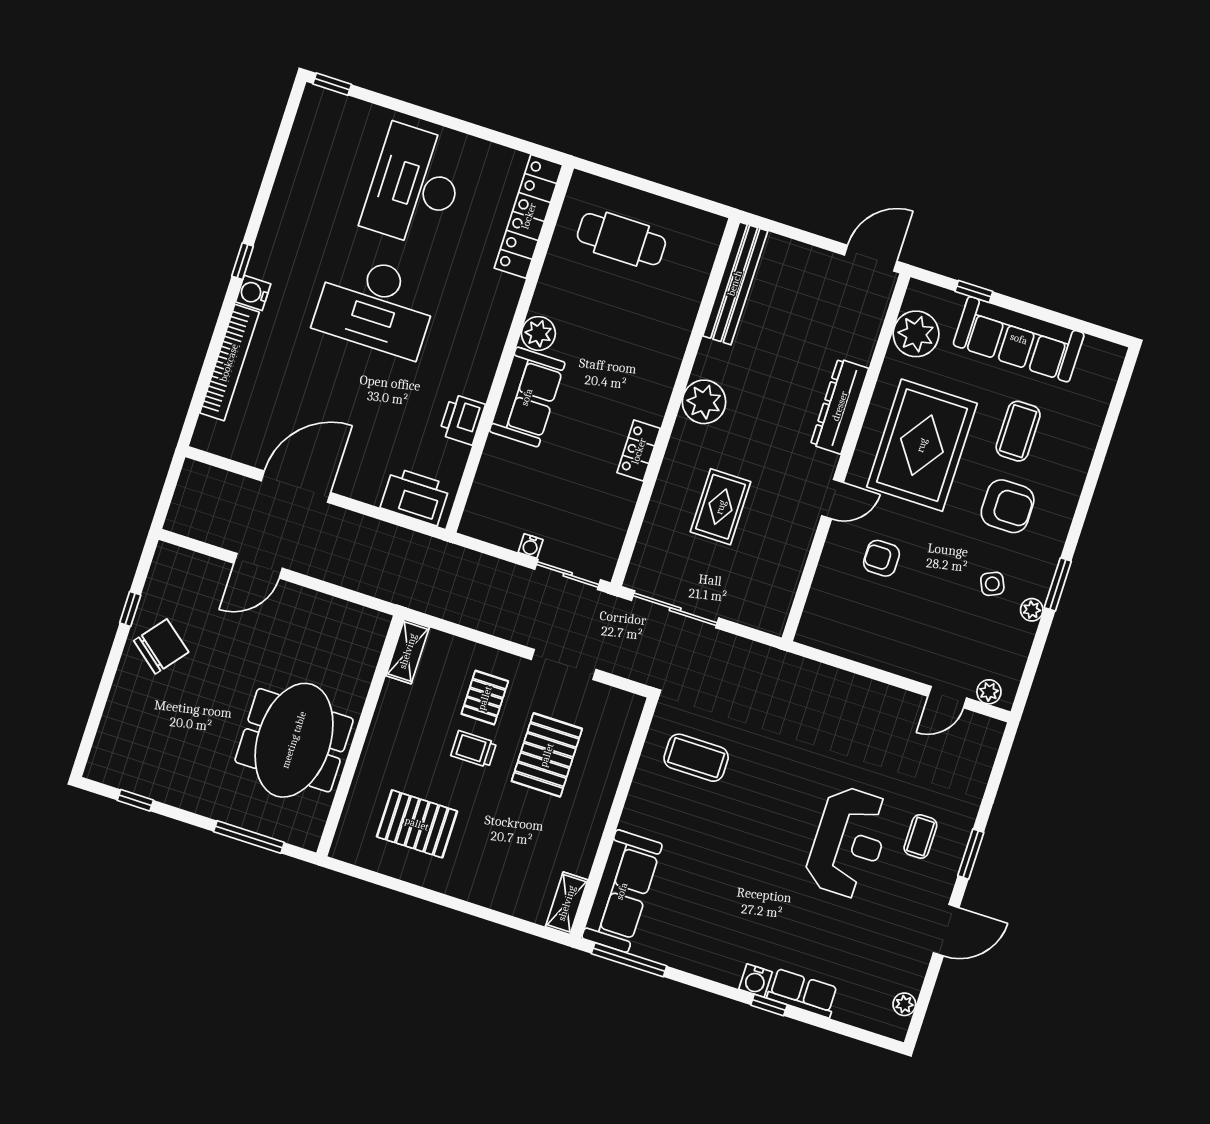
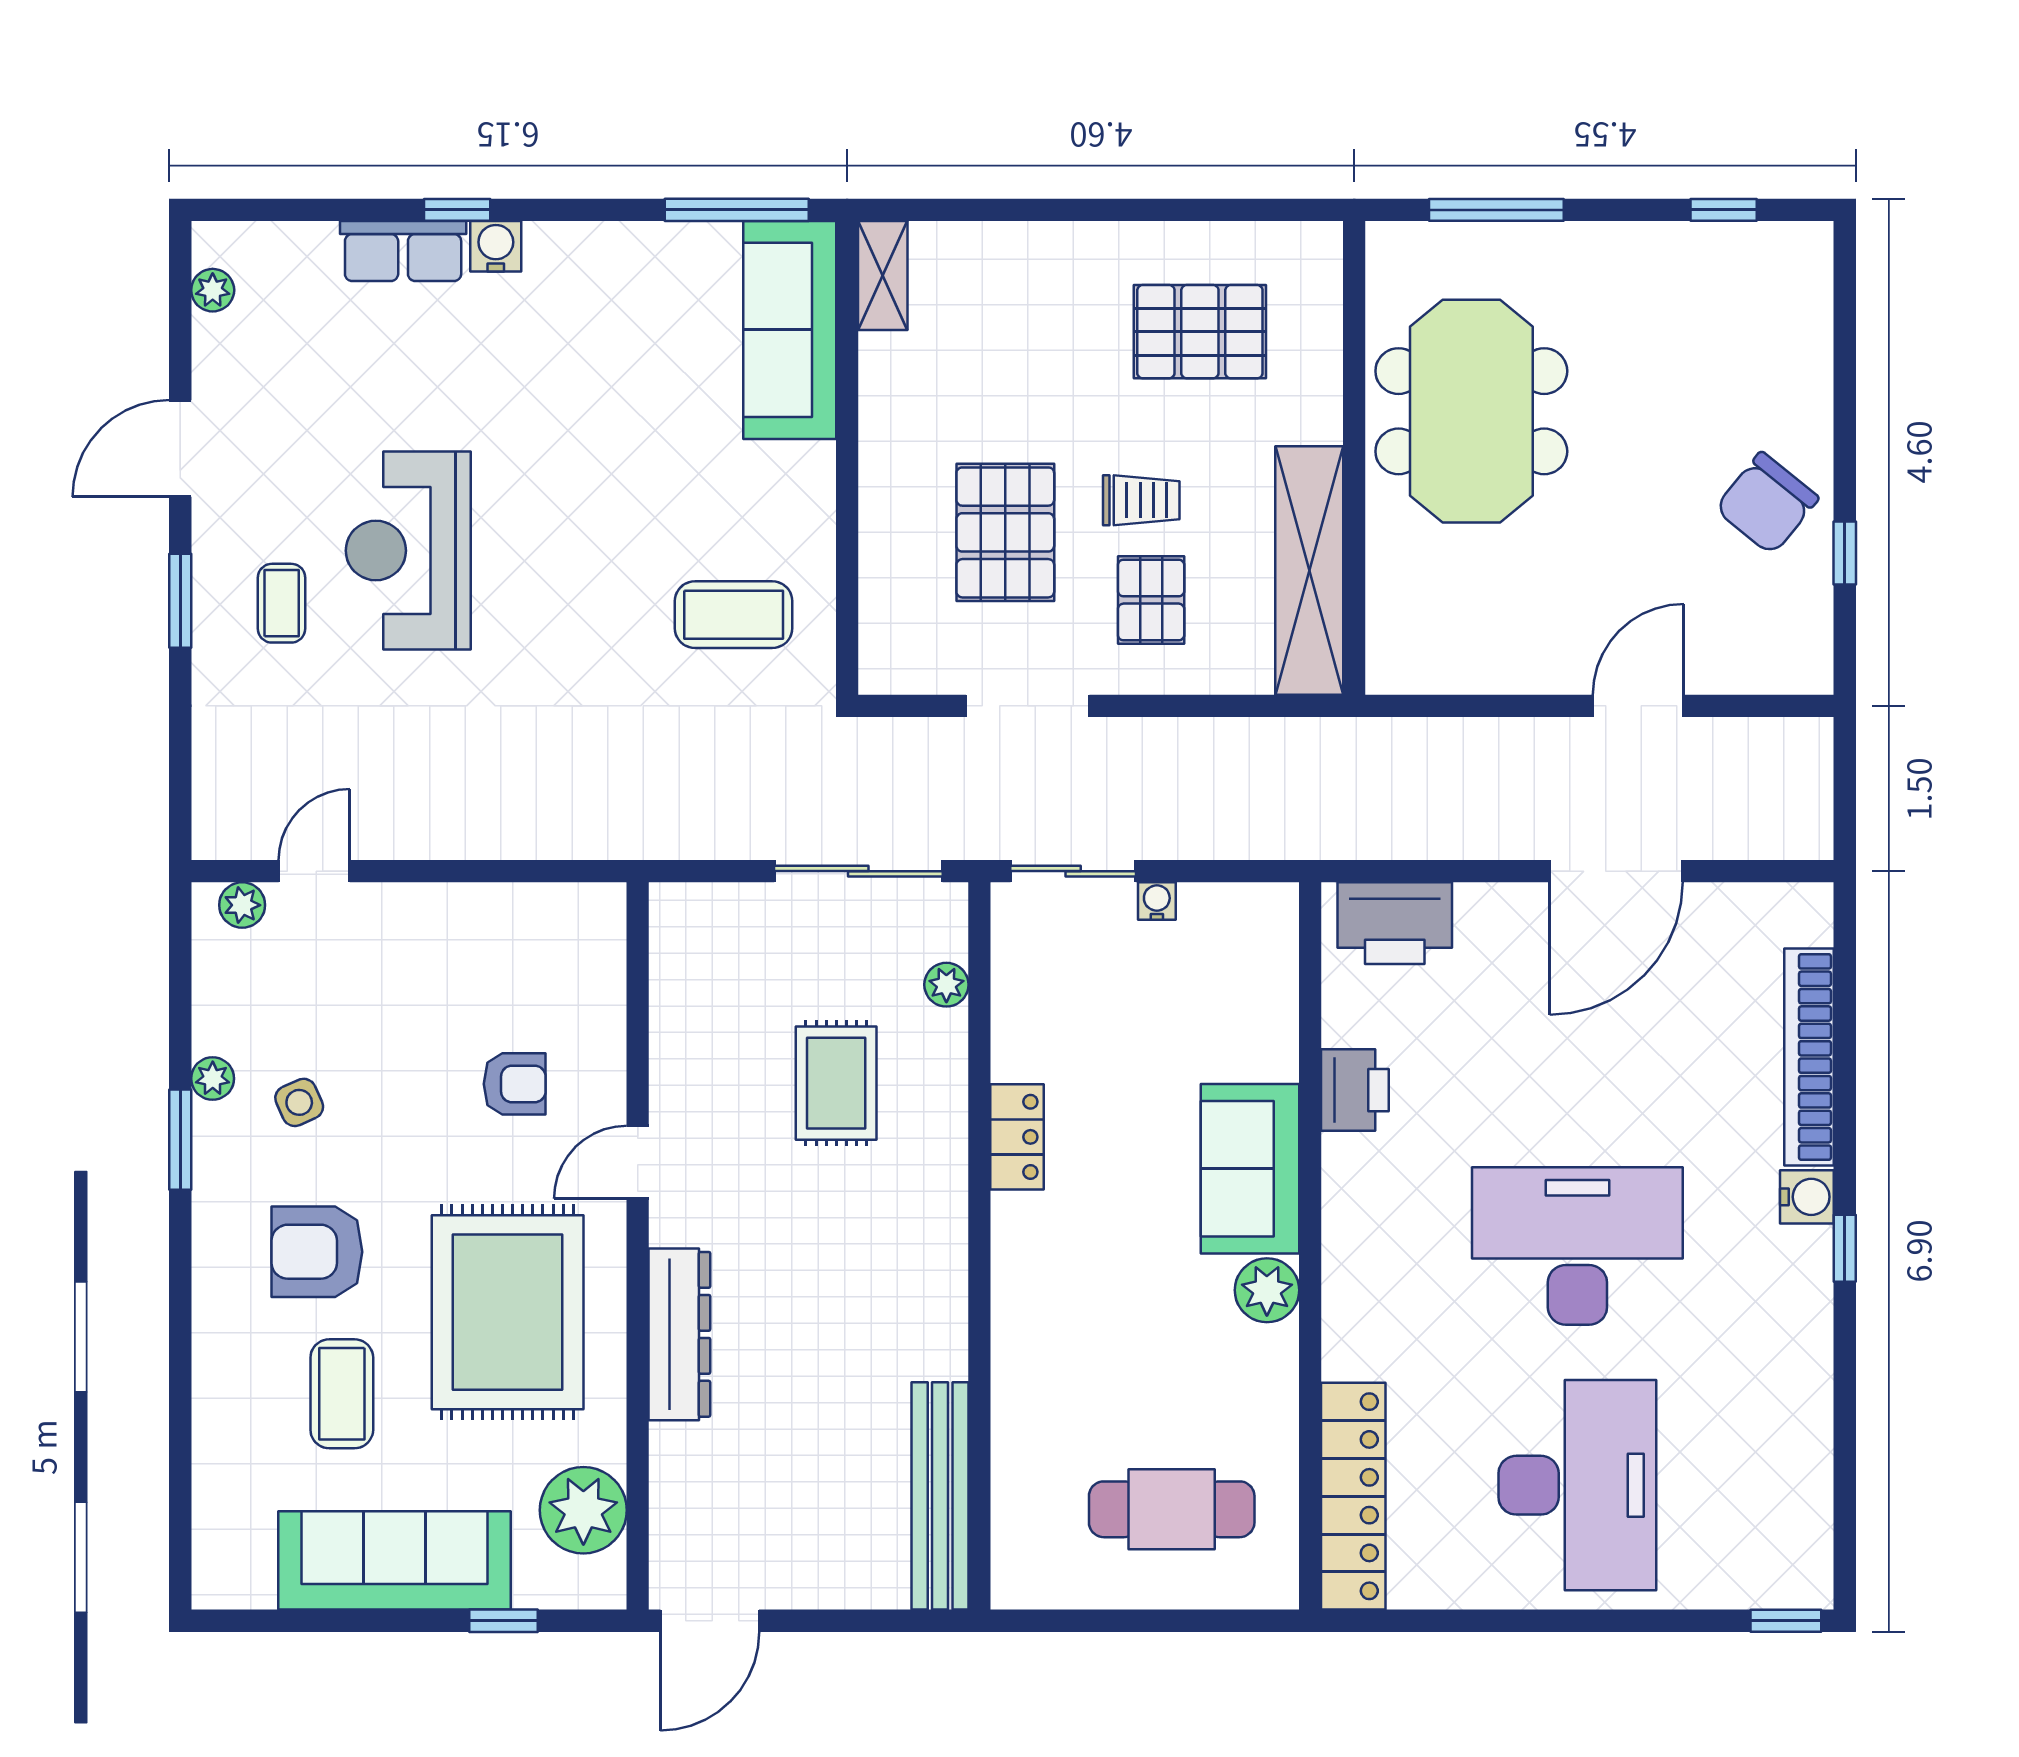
plant: (704, 402) -> (946, 985), moved, width x0.53, depth x0.53
shelving: (408, 651) -> (1309, 570), width x2.20, depth x1.33

